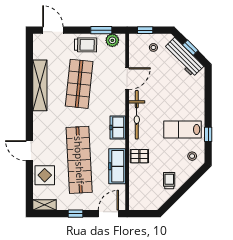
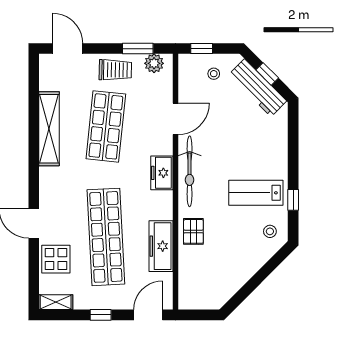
freezer: (118, 127) -> (162, 173), moved
pallet: (139, 156) -> (193, 231), turned 90
trolley: (169, 181) -> (237, 267), removed

